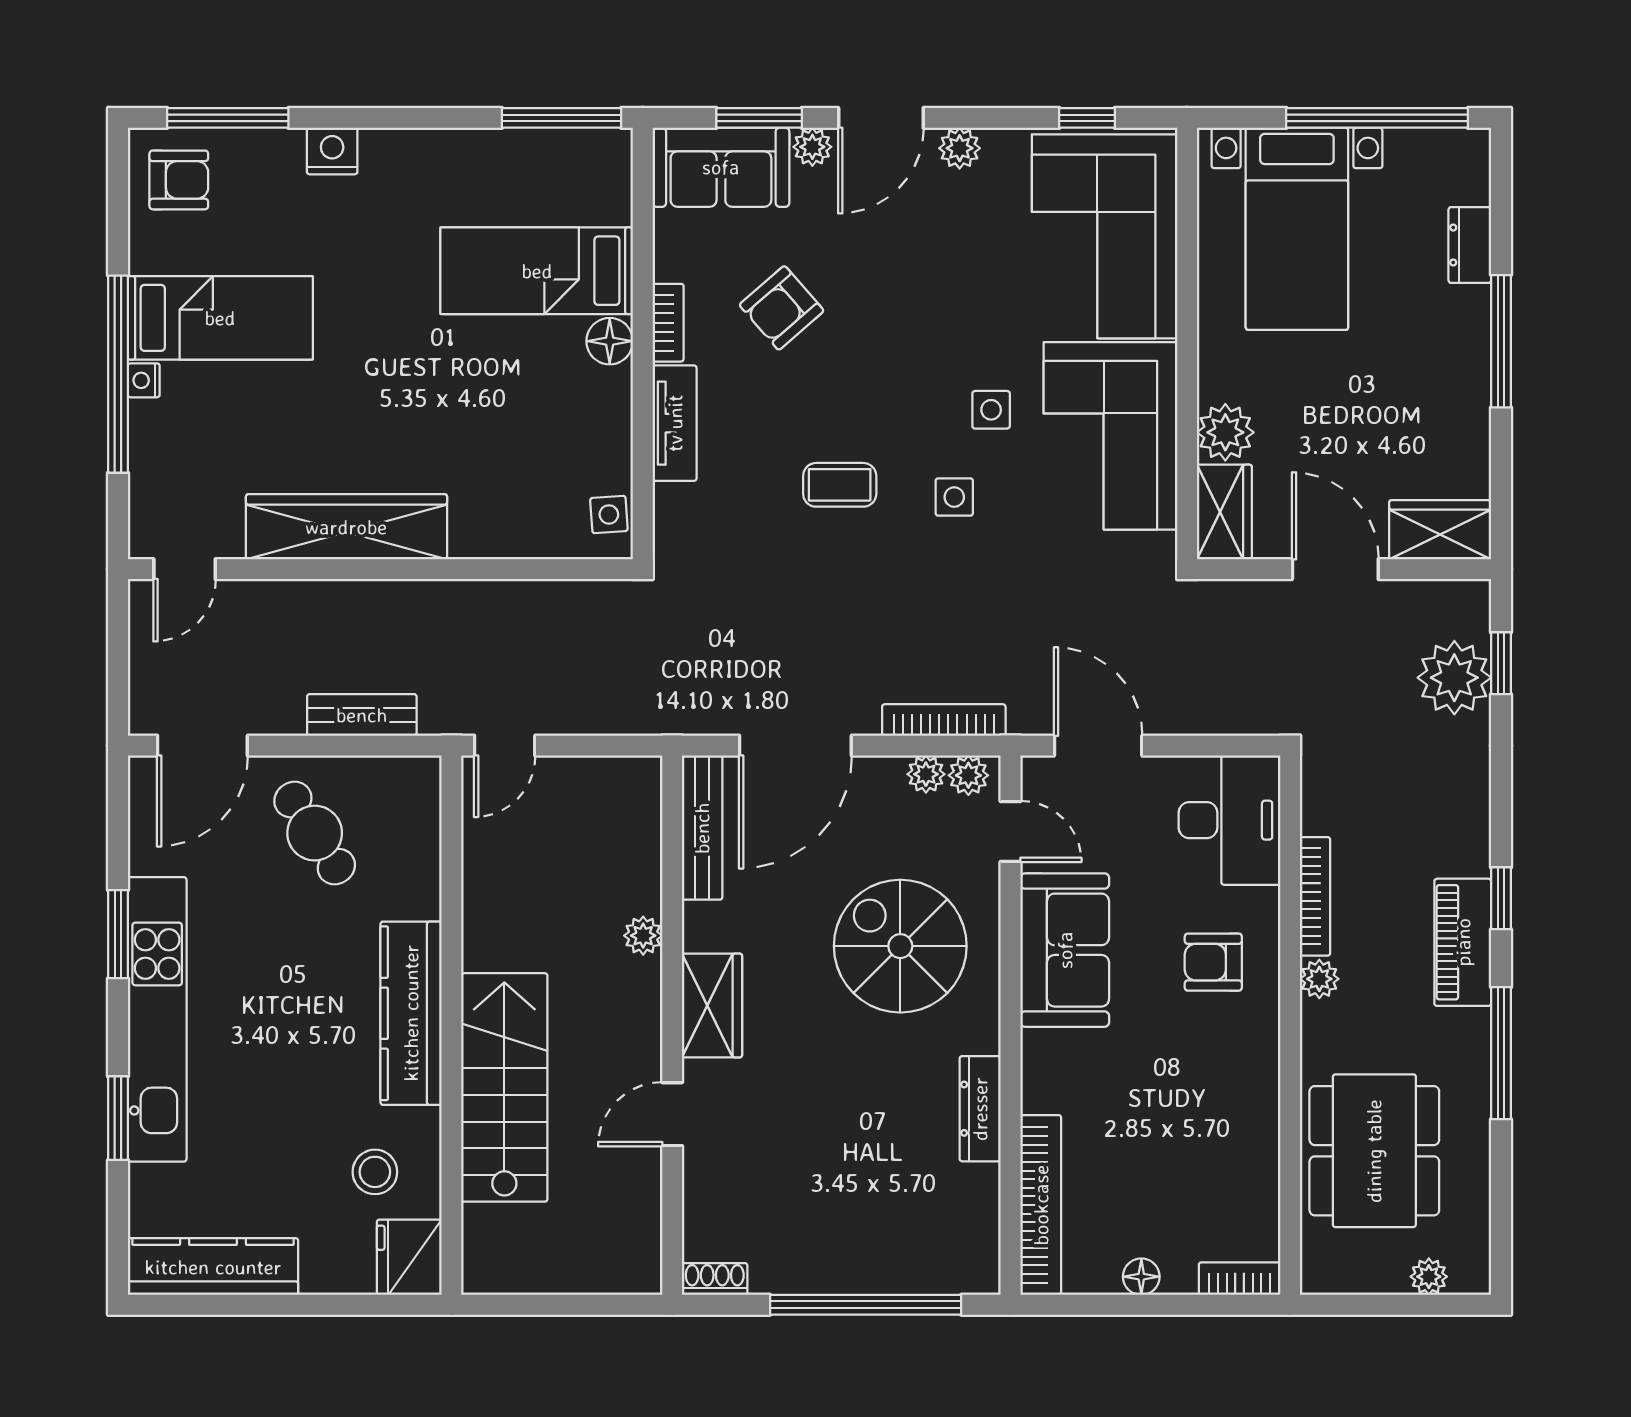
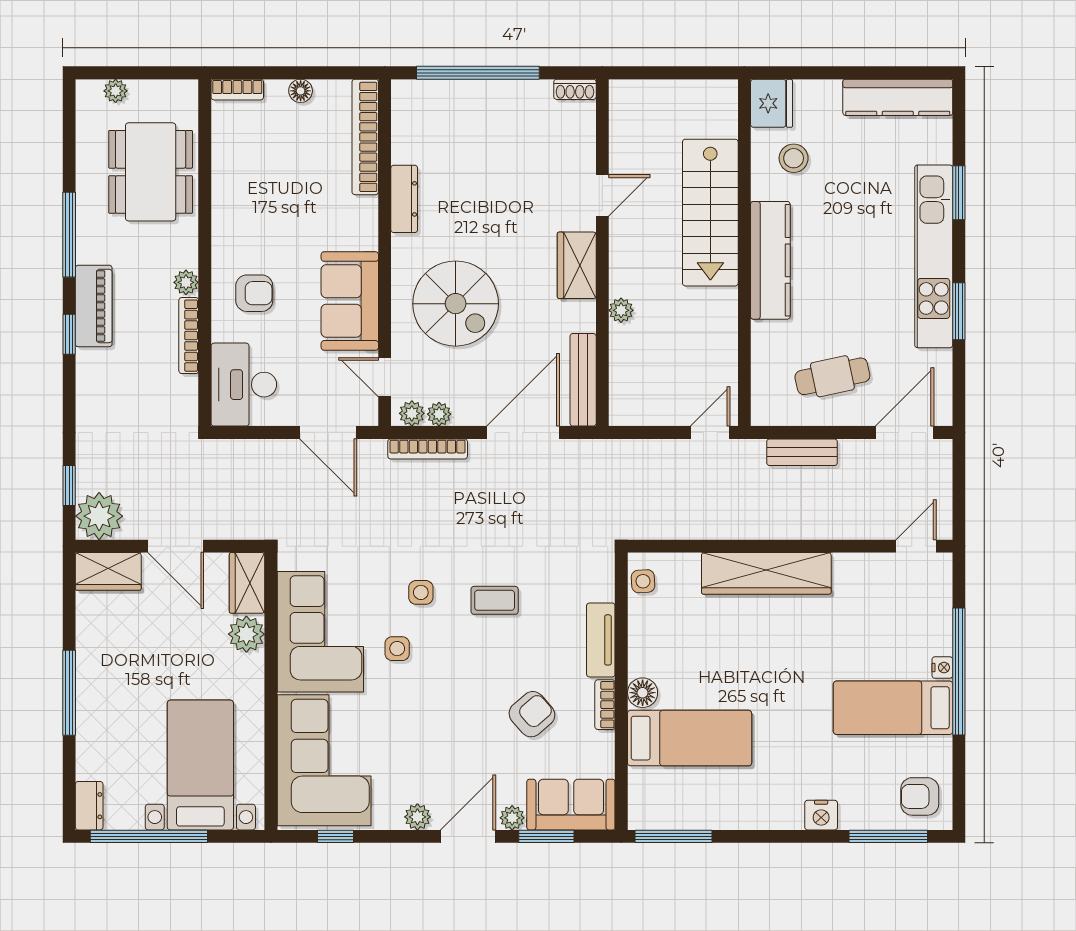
dresser: (1470, 245) -> (89, 806), moved
wardrobe: (346, 527) -> (766, 573), moved
plant: (1454, 678) -> (99, 516), moved
cafe table: (315, 833) -> (832, 376), turned -69

